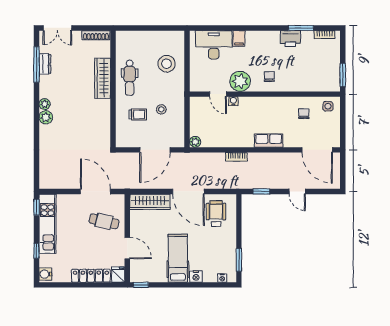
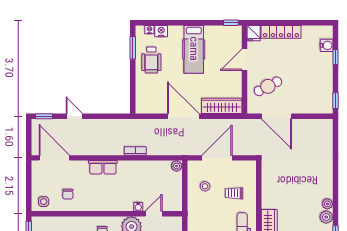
door: (218, 94) -> (154, 214), hinge flipped
stool: (161, 109) -> (205, 186), moved
plant: (46, 117) -> (326, 217), moved
window: (261, 191) -> (44, 116), moved
wheelchair: (216, 214) -> (151, 60), moved
cafe table: (104, 221) -> (268, 86), turned -40
kitchen unit: (47, 224) -> (324, 84), removed
door: (127, 248) -> (244, 60), hinge flipped
water cooler: (45, 274) -> (327, 45), moved
nightstand: (196, 277) -> (161, 31), moved

